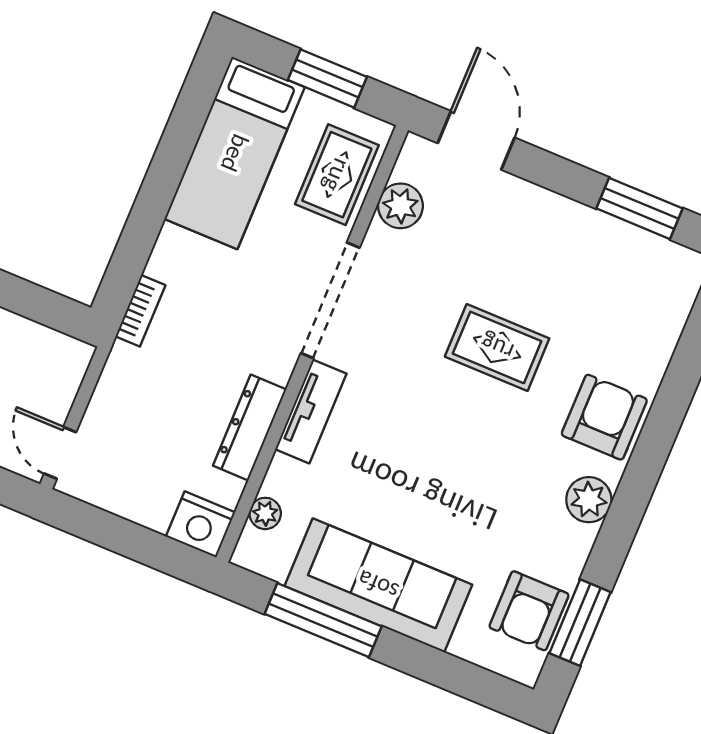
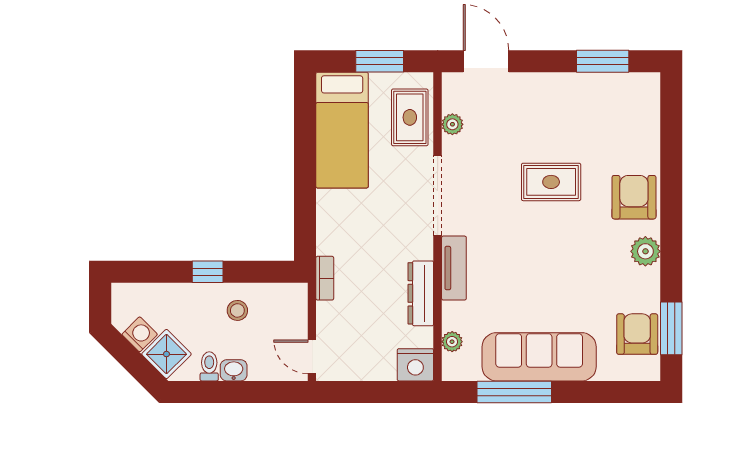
plant: (400, 206) -> (452, 124), width x0.73, depth x0.73
bookcase: (140, 311) -> (325, 278), moved
armchair: (529, 611) -> (637, 334), turned 180

